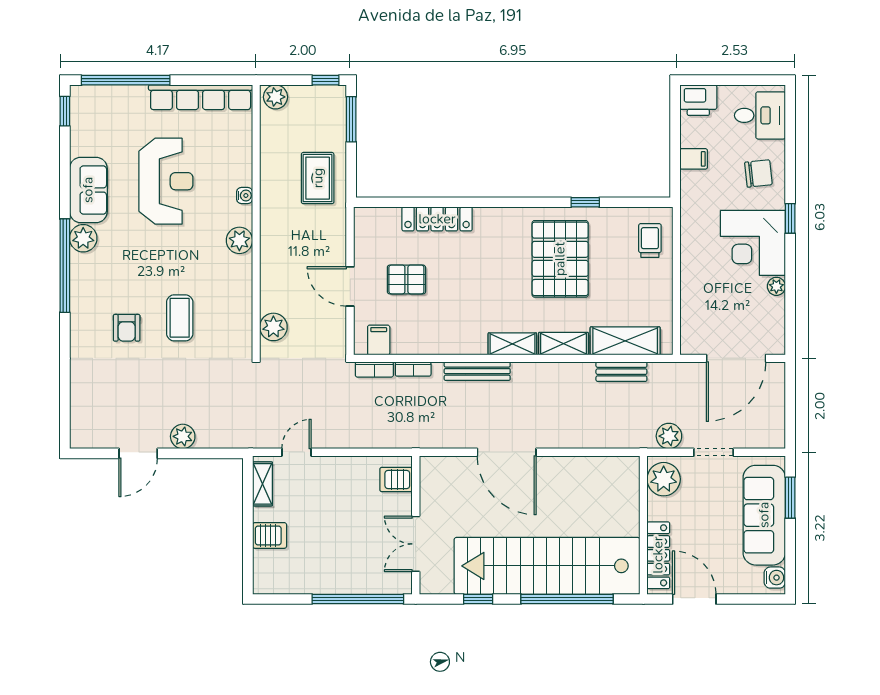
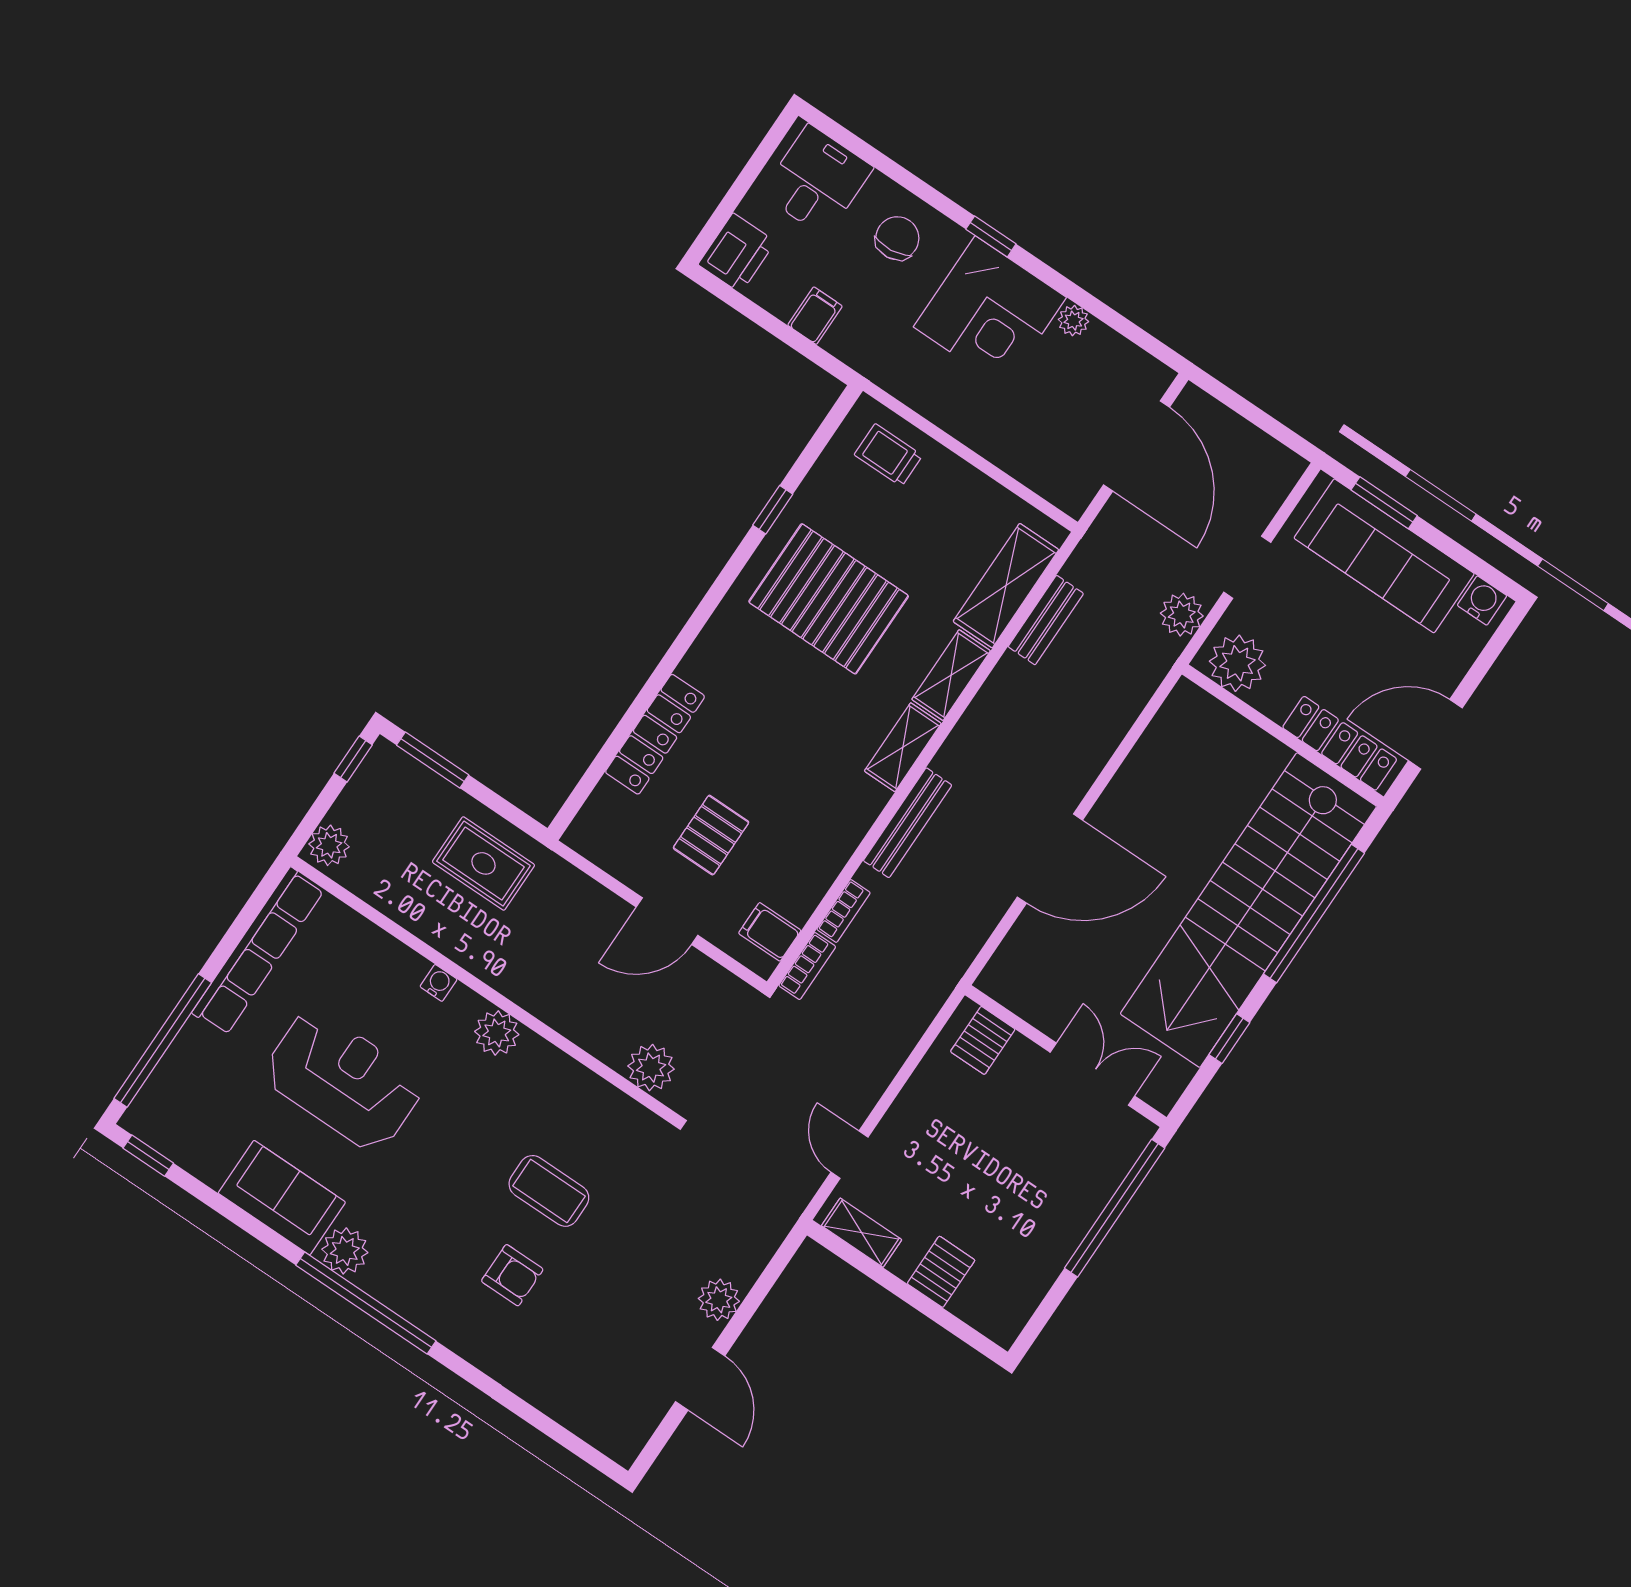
double door: (416, 544) -> (1092, 1074), swing flipped

